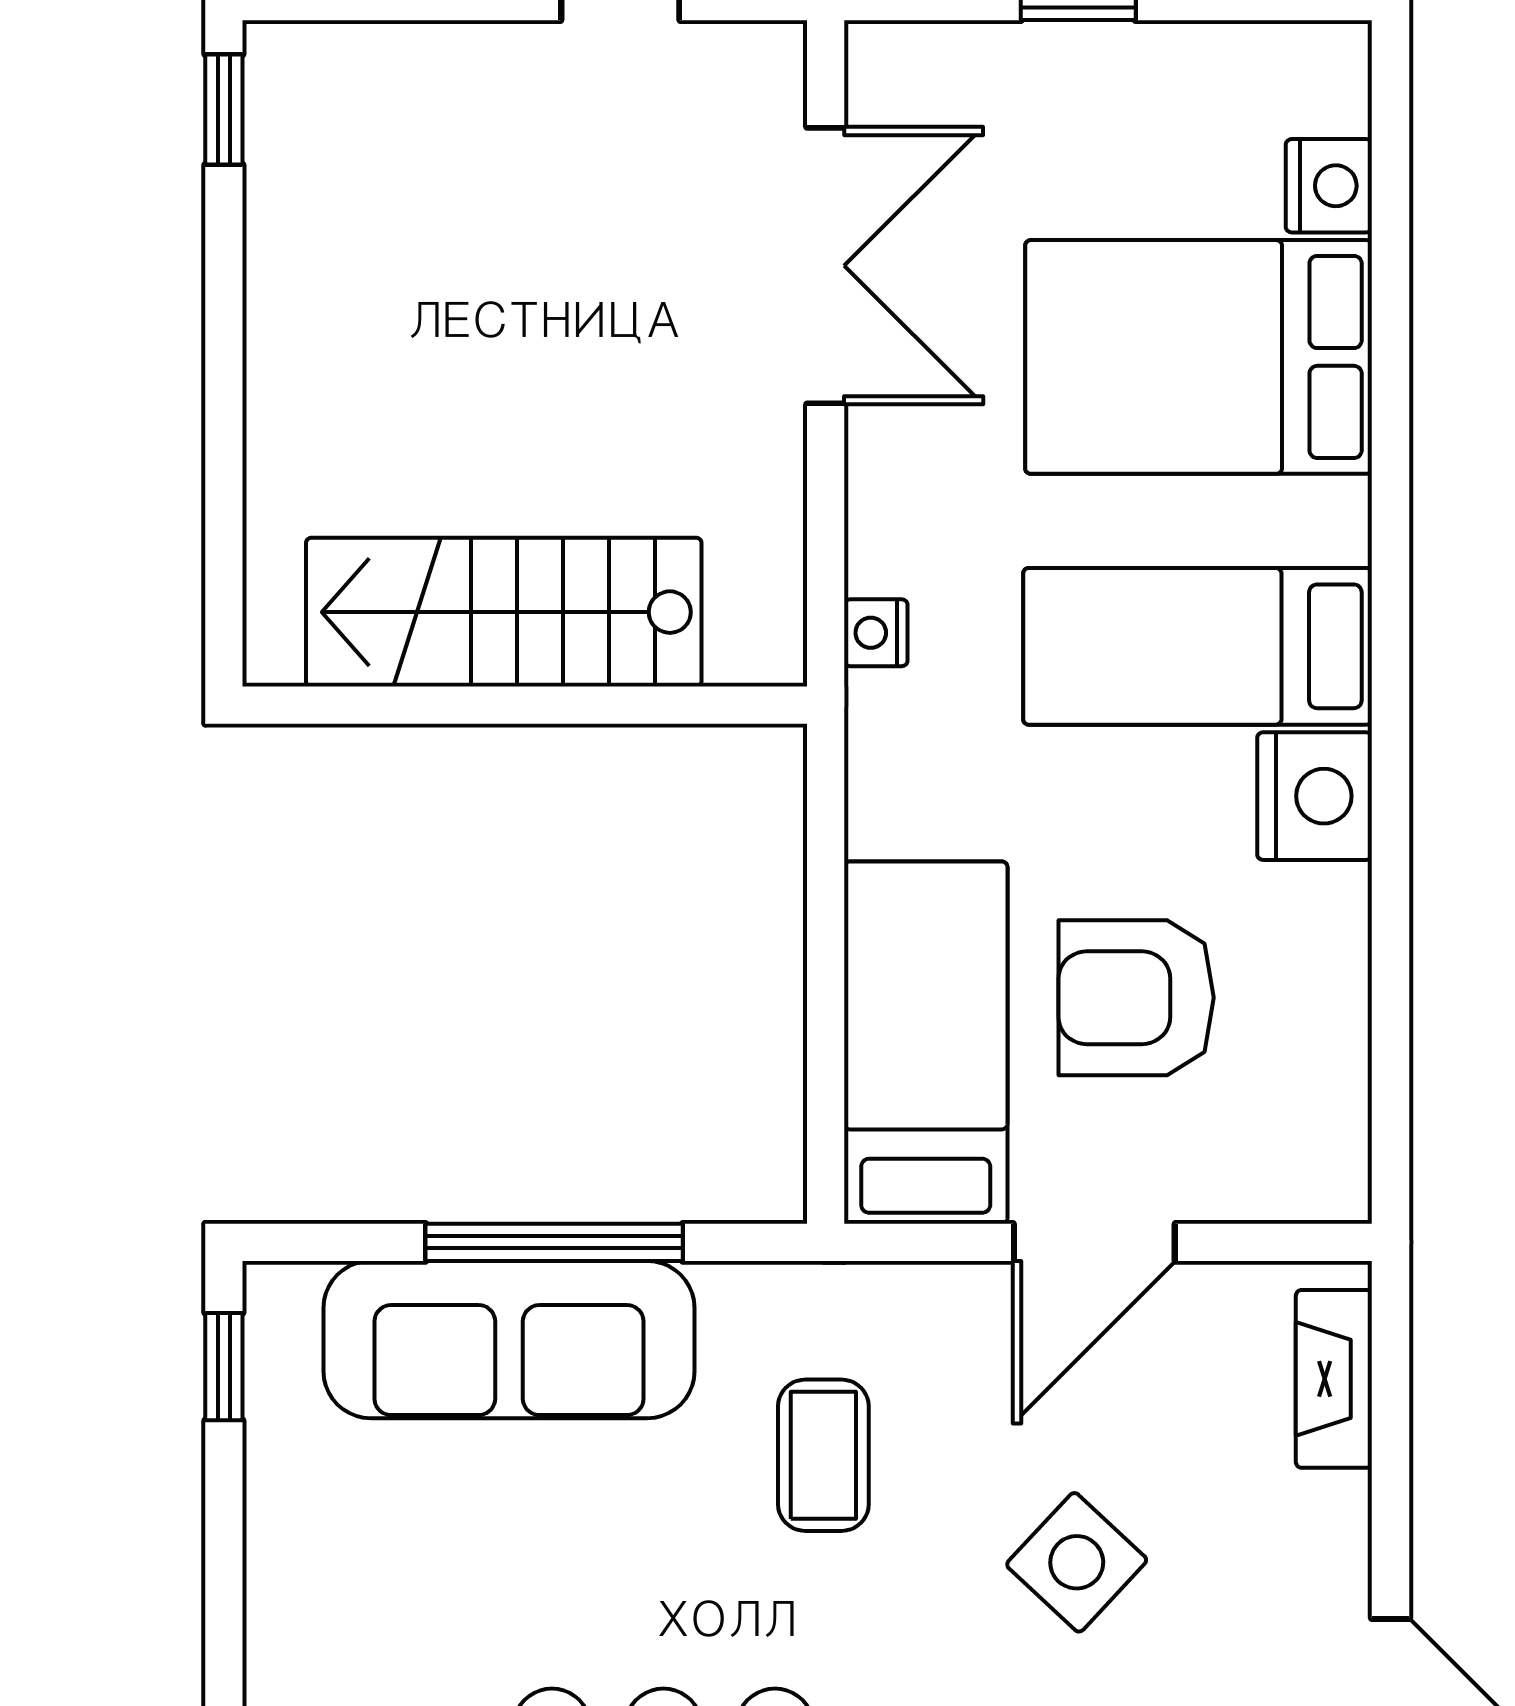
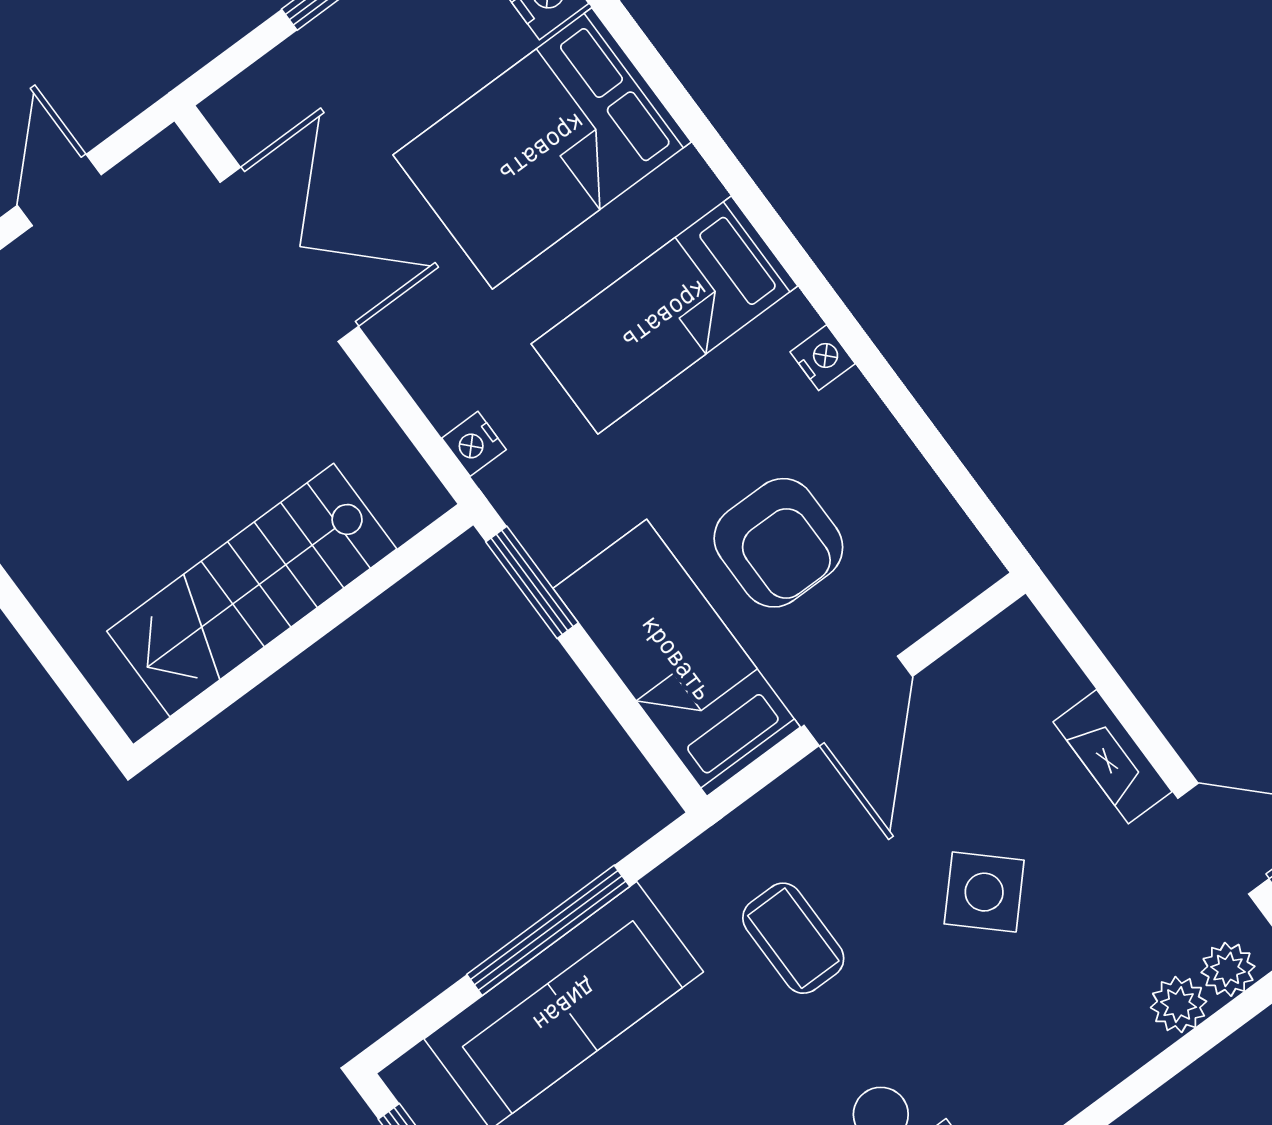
nightstand: (1315, 796) -> (823, 358), width x0.53, depth x0.56
window: (826, 837) -> (532, 582), added
armchair: (1136, 998) -> (778, 543), turned -90
fireplace: (1334, 1379) -> (1113, 757), moved

